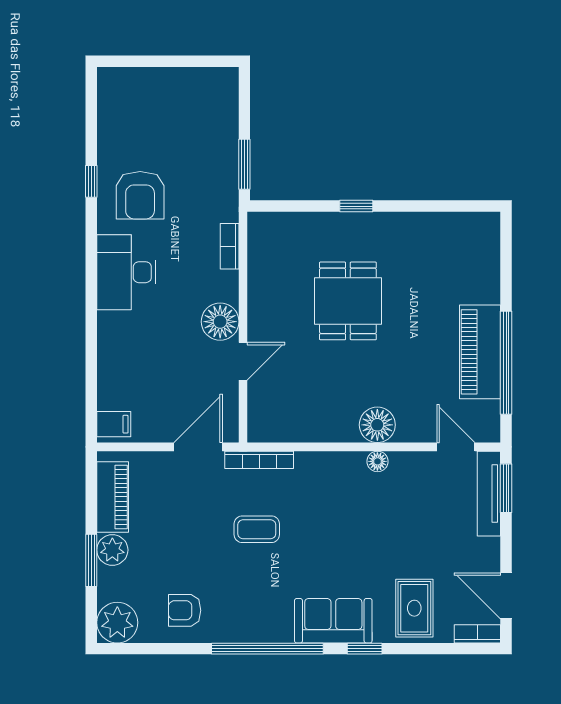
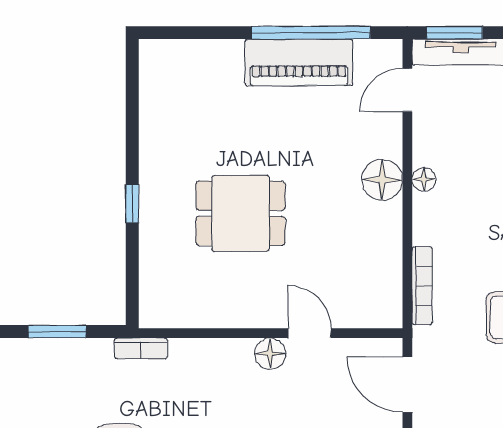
window: (244, 164) -> (57, 332), moved
bookcase: (230, 246) -> (141, 348), moved
floor lamp: (220, 322) -> (270, 354), width x0.73, depth x0.73
bookcase: (259, 460) -> (422, 286), moved

